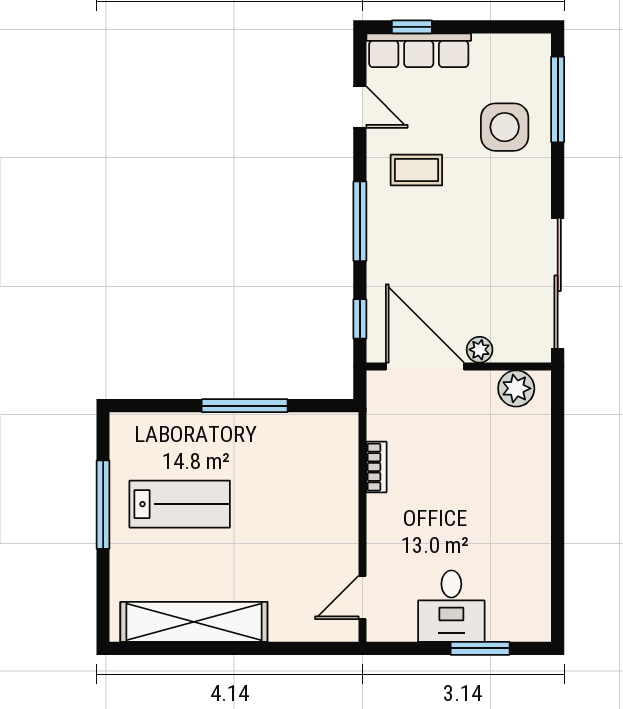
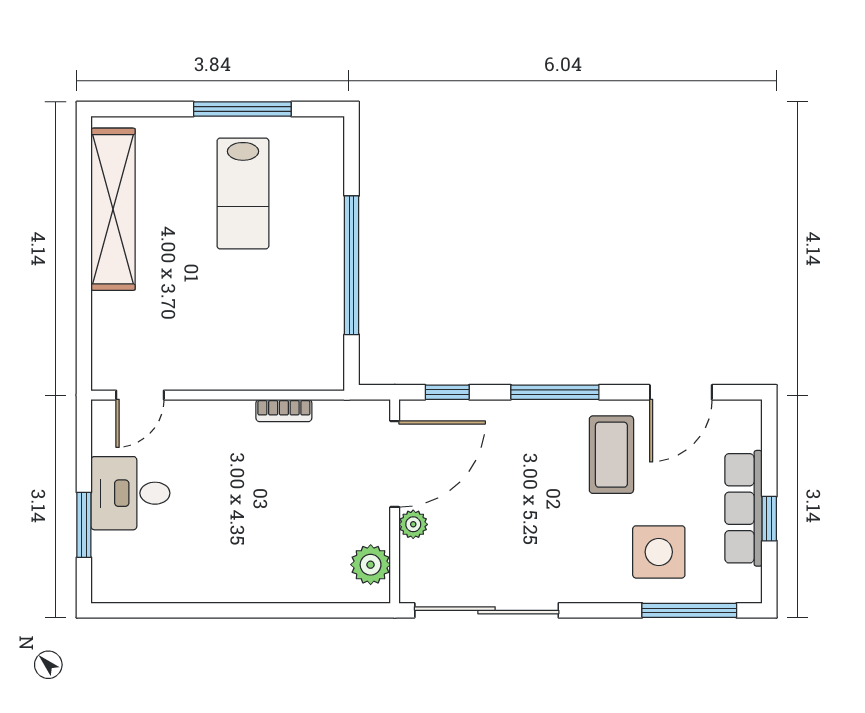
window: (412, 27) -> (769, 519), moved
row of seats: (419, 50) -> (744, 508), moved
door: (360, 107) -> (681, 392), width x1.38
coffee table: (416, 170) -> (611, 455), width x1.36, depth x1.30
window: (245, 406) -> (352, 265), width x1.46
door: (362, 597) -> (140, 395), swing flipped

